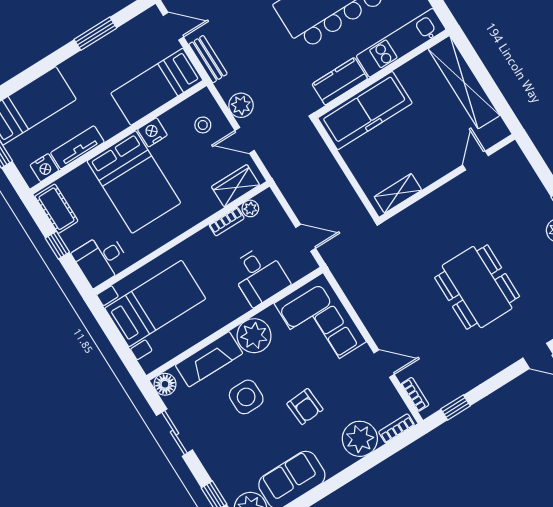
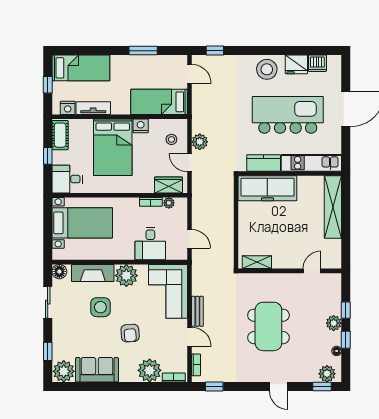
bench: (208, 59) -> (197, 311), moved
door: (475, 160) -> (312, 271), moved
wall: (447, 178) -> (290, 271), moved
shelving: (398, 193) -> (257, 262), moved

